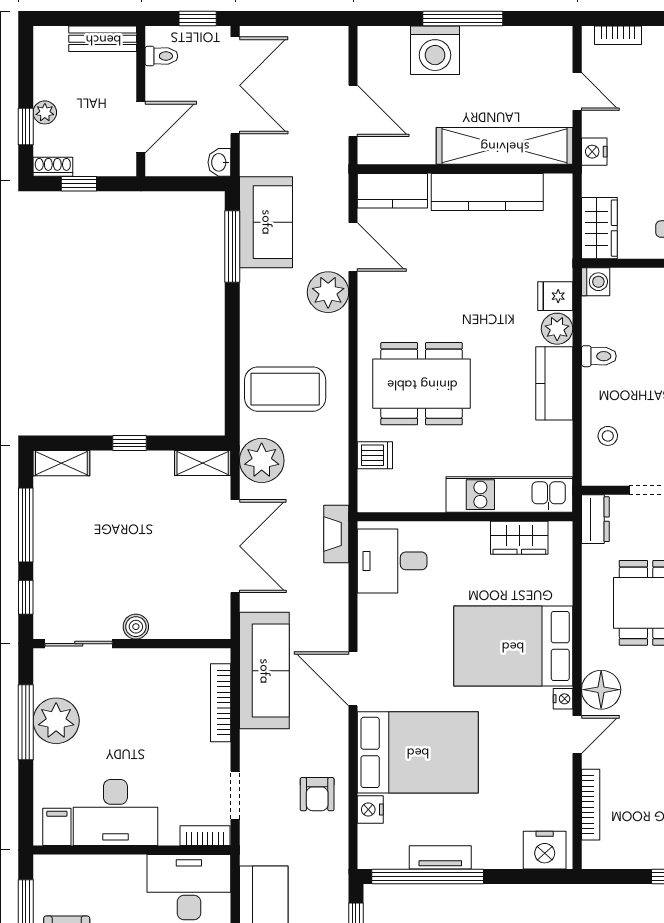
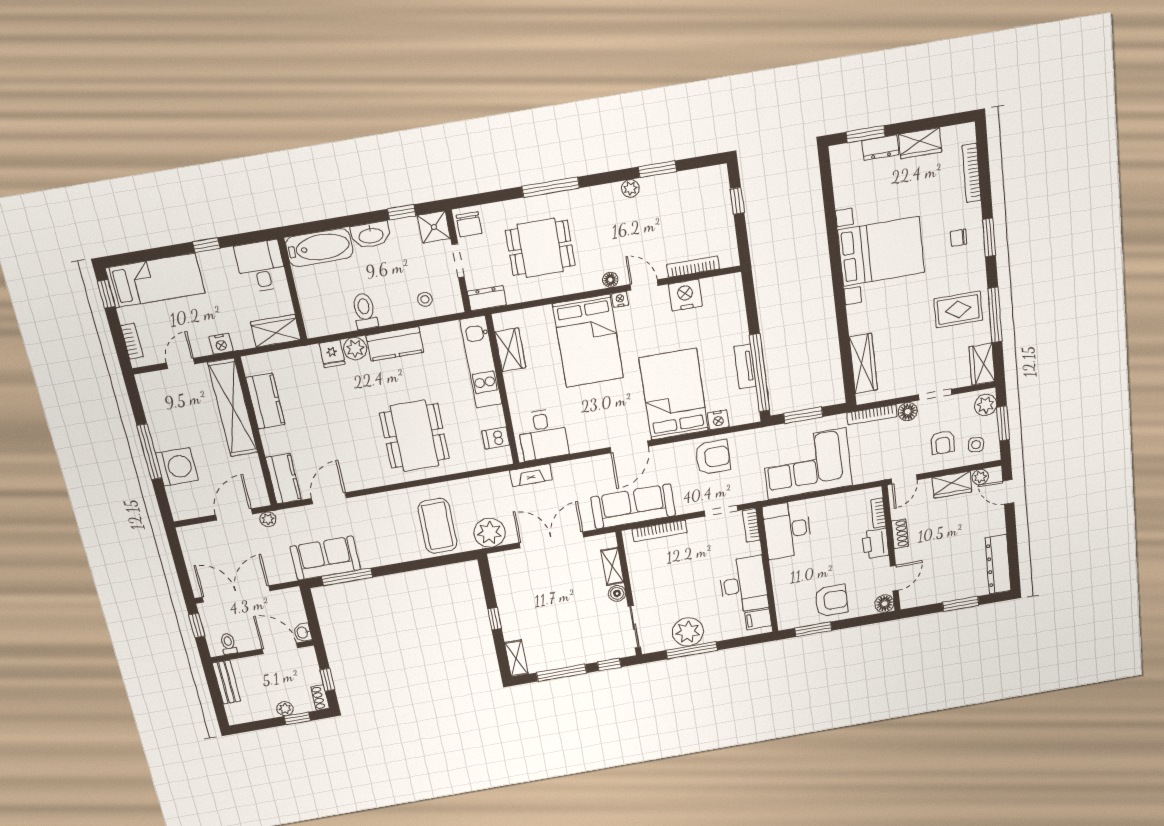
washbasin: (219, 162) -> (303, 633), moved, turned 90
kitchen counter: (487, 192) -> (265, 401), width x0.67
washing machine: (596, 282) -> (315, 327), removed
plant: (328, 292) -> (268, 519), moved, width x0.53, depth x0.53
toilet: (599, 356) -> (365, 311), width x1.37, depth x1.39
dishwasher: (375, 455) -> (496, 438), moved, turned -90
shelving: (203, 463) -> (612, 566), moved
floor lamp: (601, 690) -> (610, 280), width x0.53, depth x0.53
armchair: (317, 794) -> (713, 457), width x1.38, depth x1.38
nightstand: (545, 850) -> (685, 295), moved, turned -90

